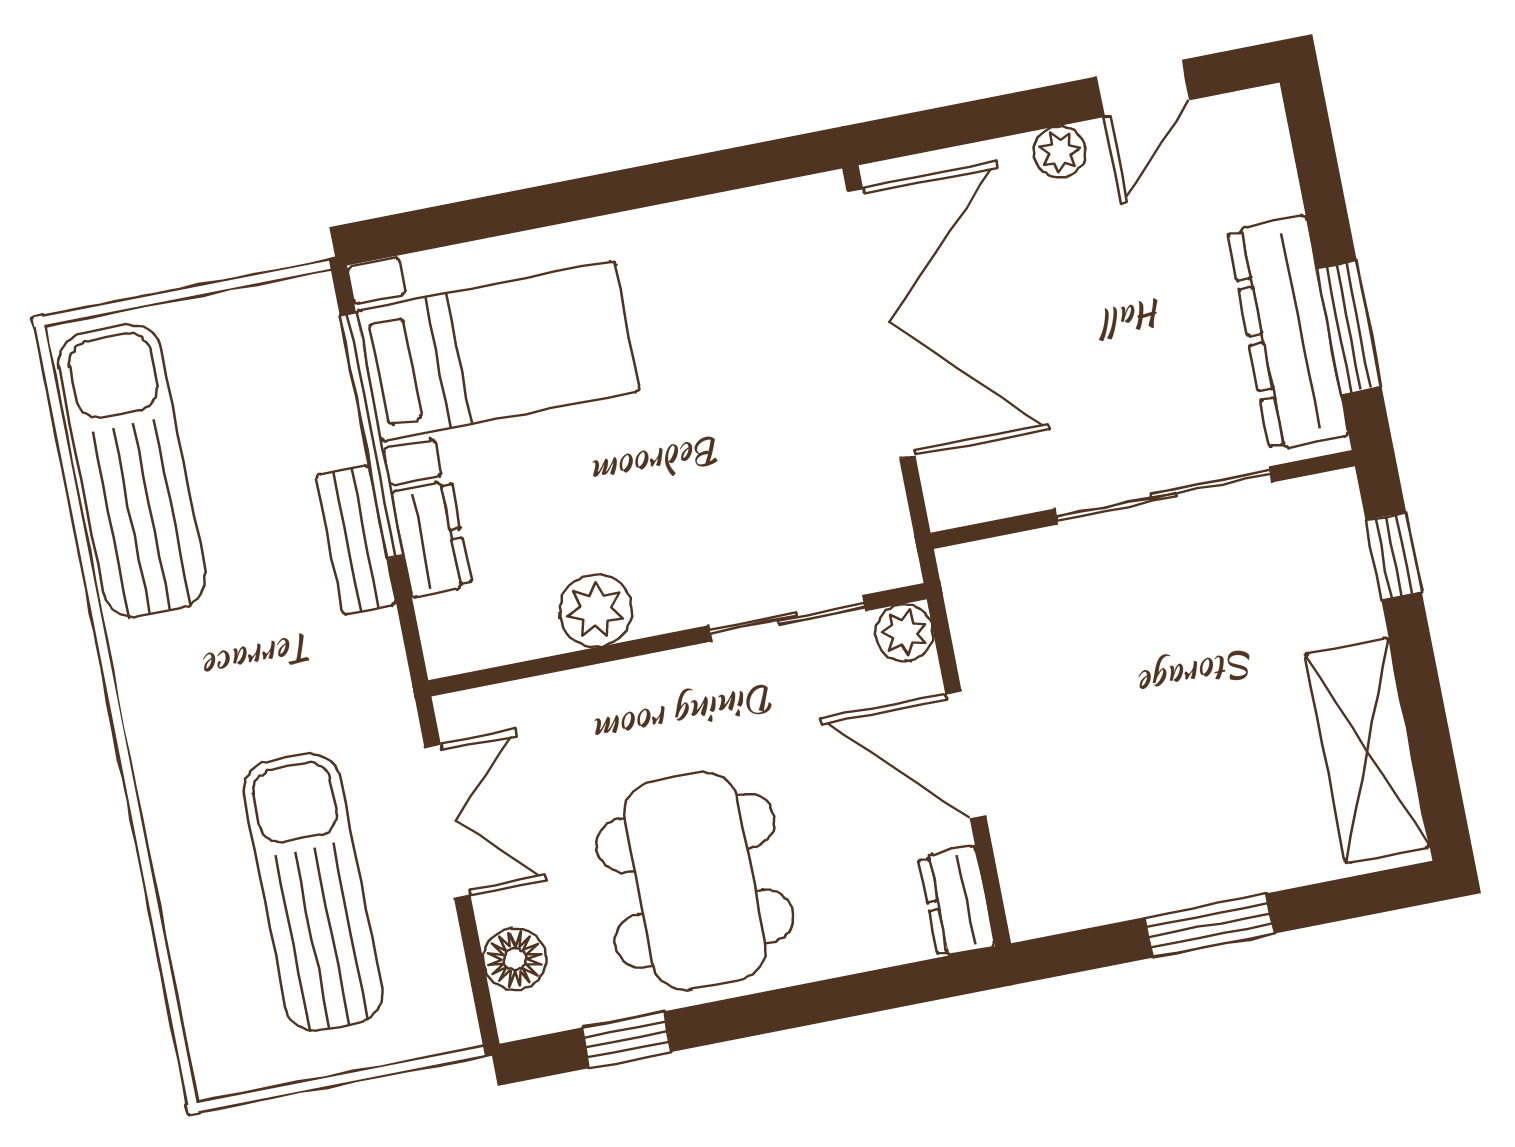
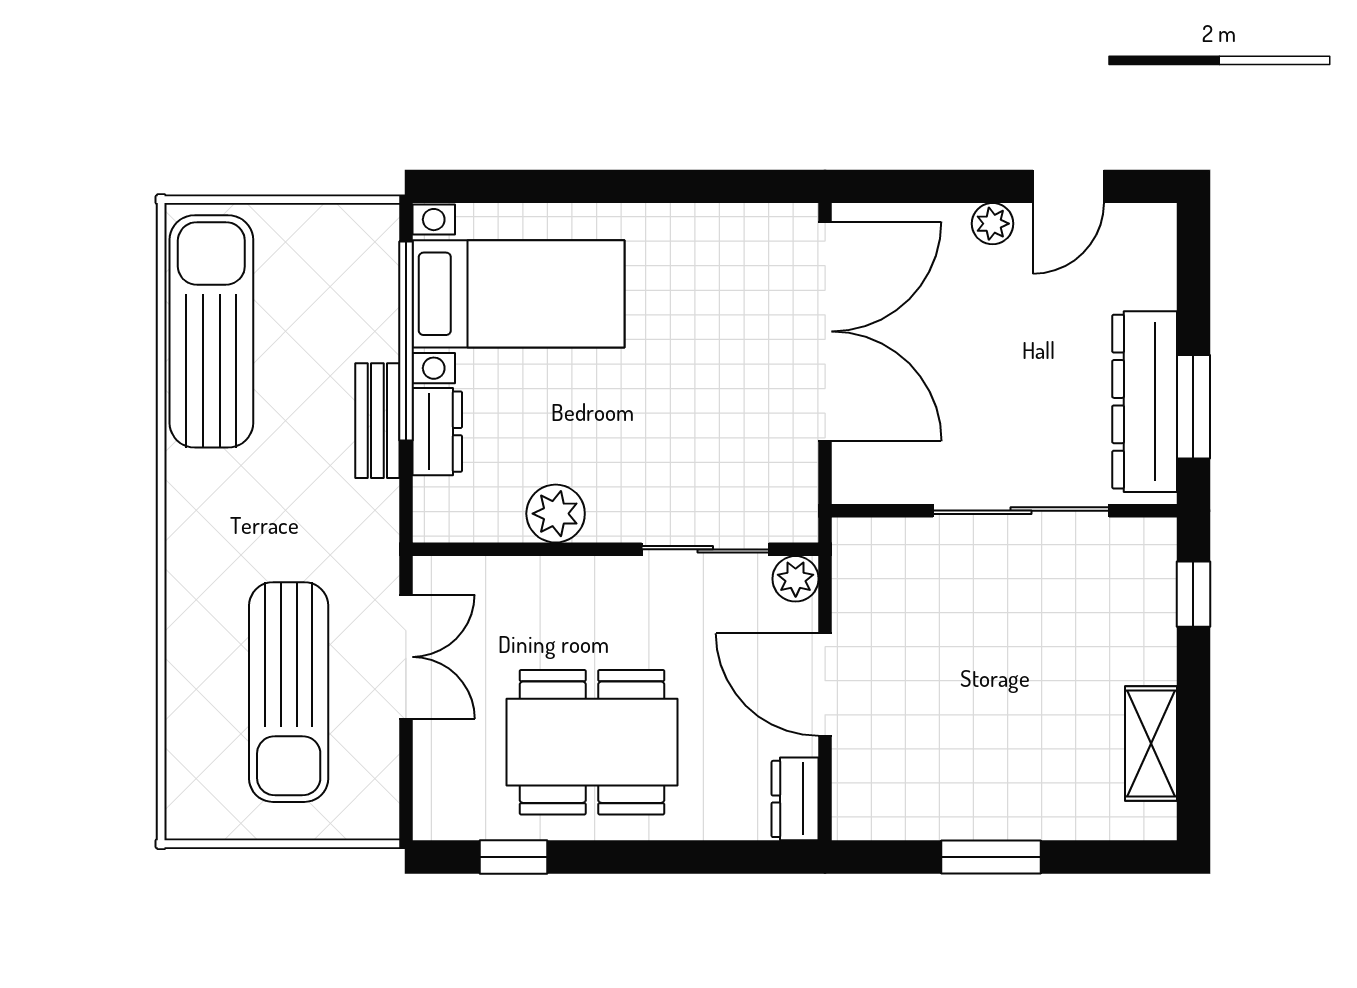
shelving: (1367, 751) -> (1151, 744), width x0.67, depth x0.75
dining table: (695, 881) -> (592, 742), turned 90
sun lounger: (313, 892) -> (289, 692), turned 180
floor lamp: (515, 959) -> (438, 776), removed

